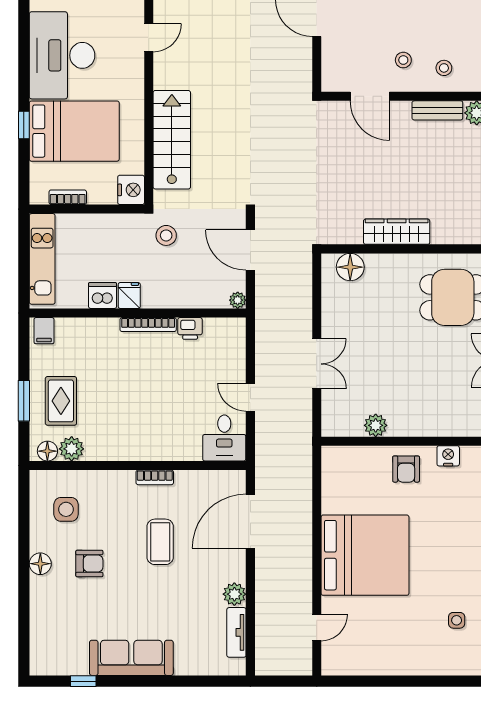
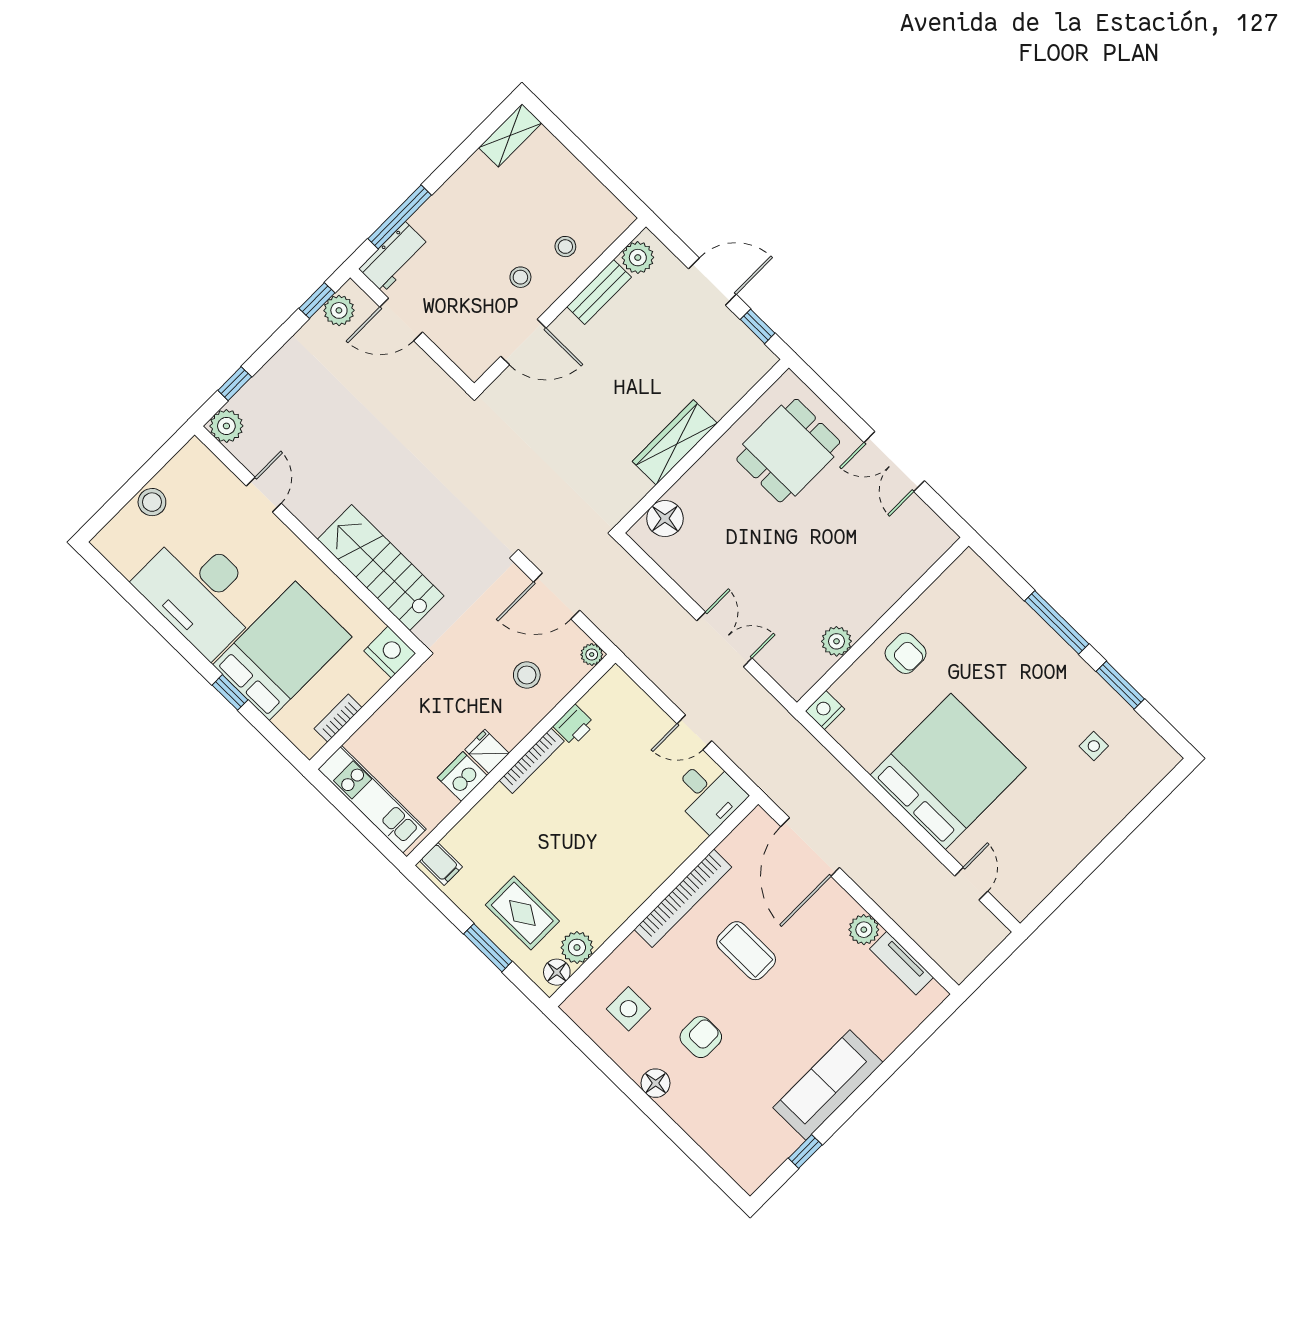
stool: (166, 235) -> (527, 675), moved
nightstand: (448, 456) -> (825, 710), moved
bookcase: (155, 477) -> (683, 898), width x2.31, depth x1.31

